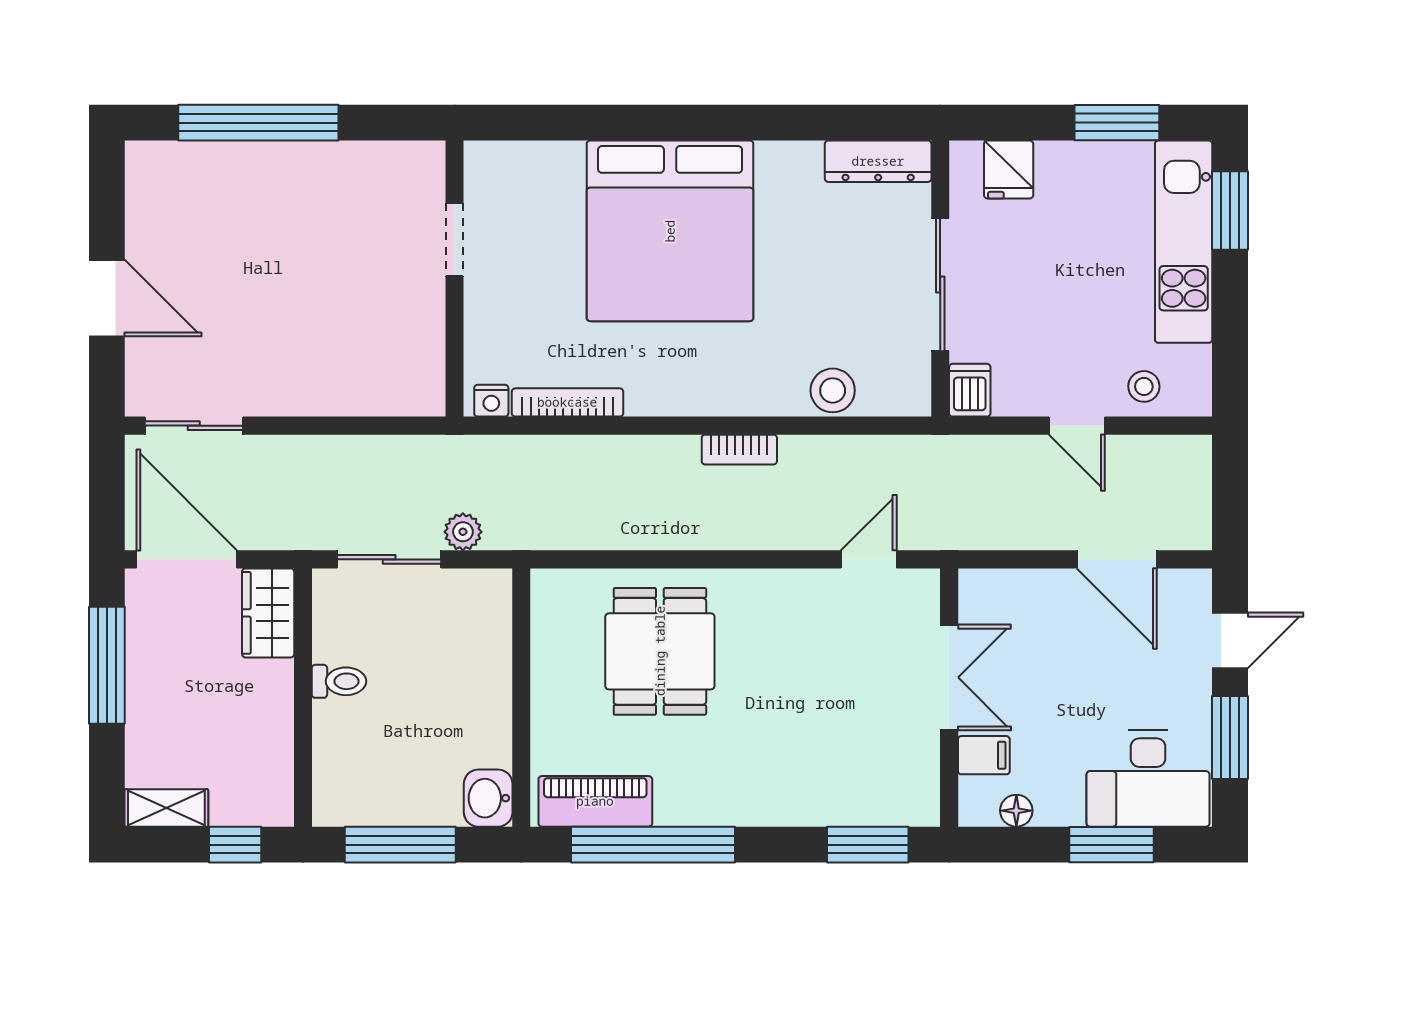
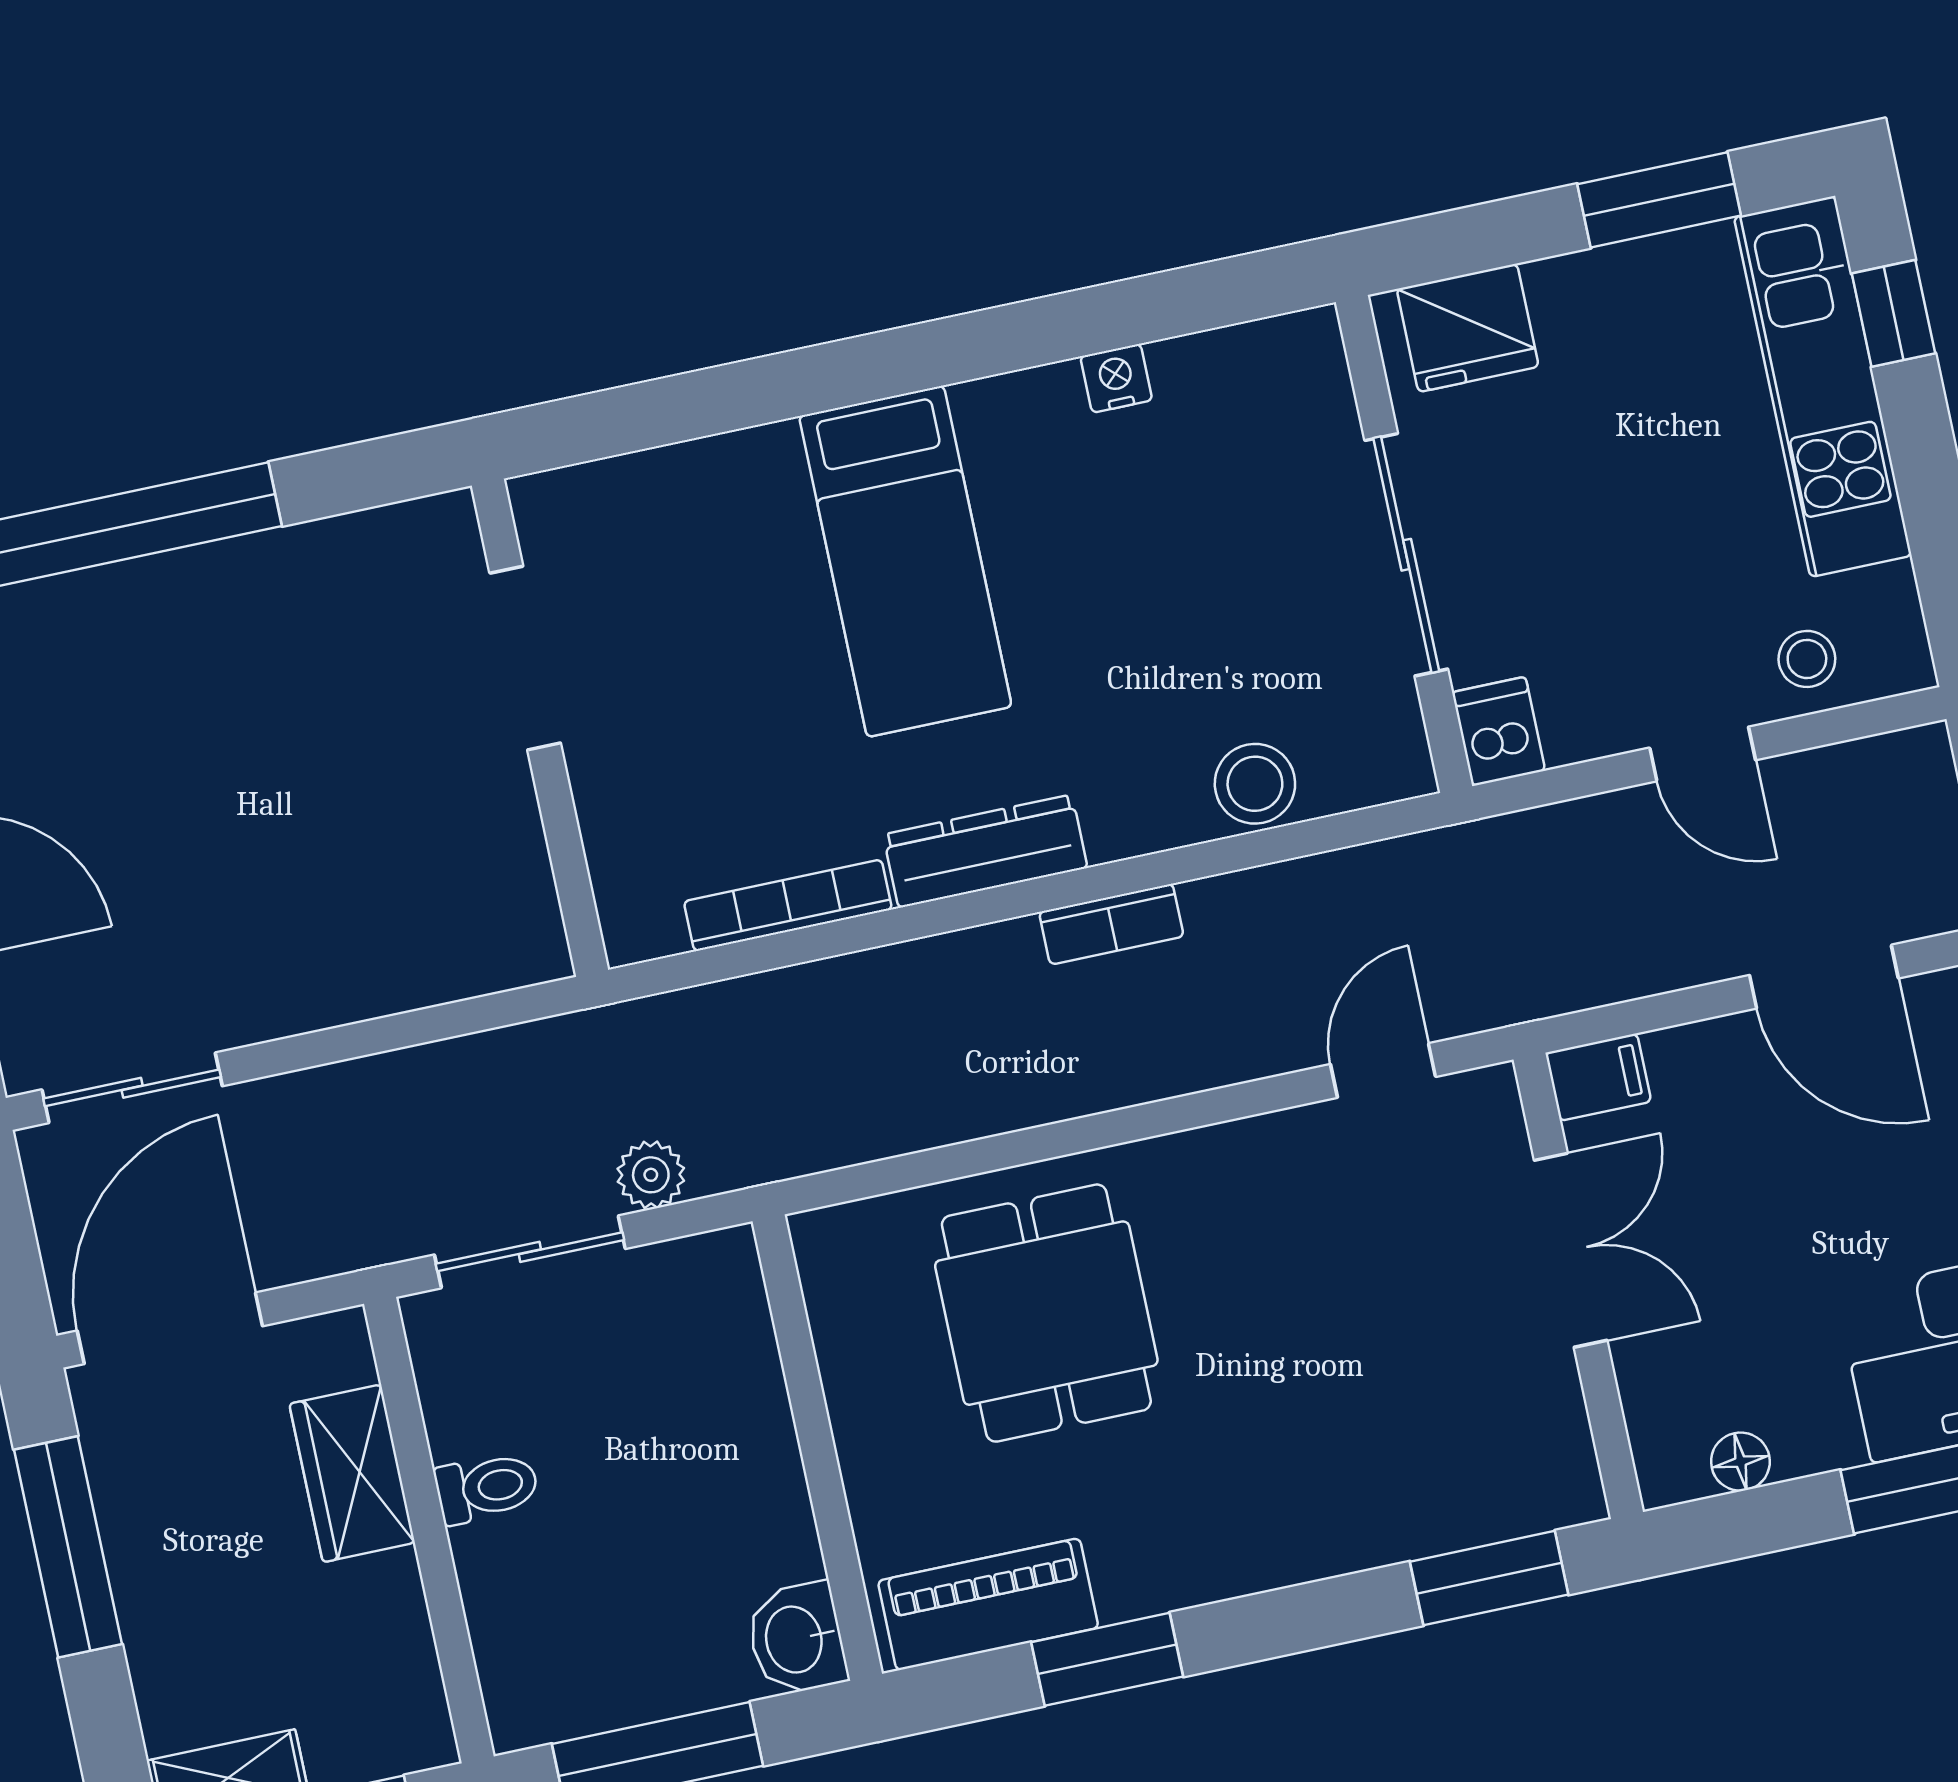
dresser: (878, 161) -> (985, 851), moved, turned 180
fridge: (1009, 170) -> (1468, 328), width x1.38
window: (1230, 210) -> (1893, 313), width x0.67
bed: (670, 231) -> (905, 561), width x0.49
doorway: (454, 239) -> (525, 658), width x1.38
nightstand: (491, 401) -> (1116, 378), moved, turned 180
door: (187, 559) -> (170, 1328), hinge flipped
wardrobe: (268, 613) -> (352, 1473), moved
filing cabinet: (984, 755) -> (1598, 1077), moved
window: (653, 845) -> (1107, 1659), width x0.47

